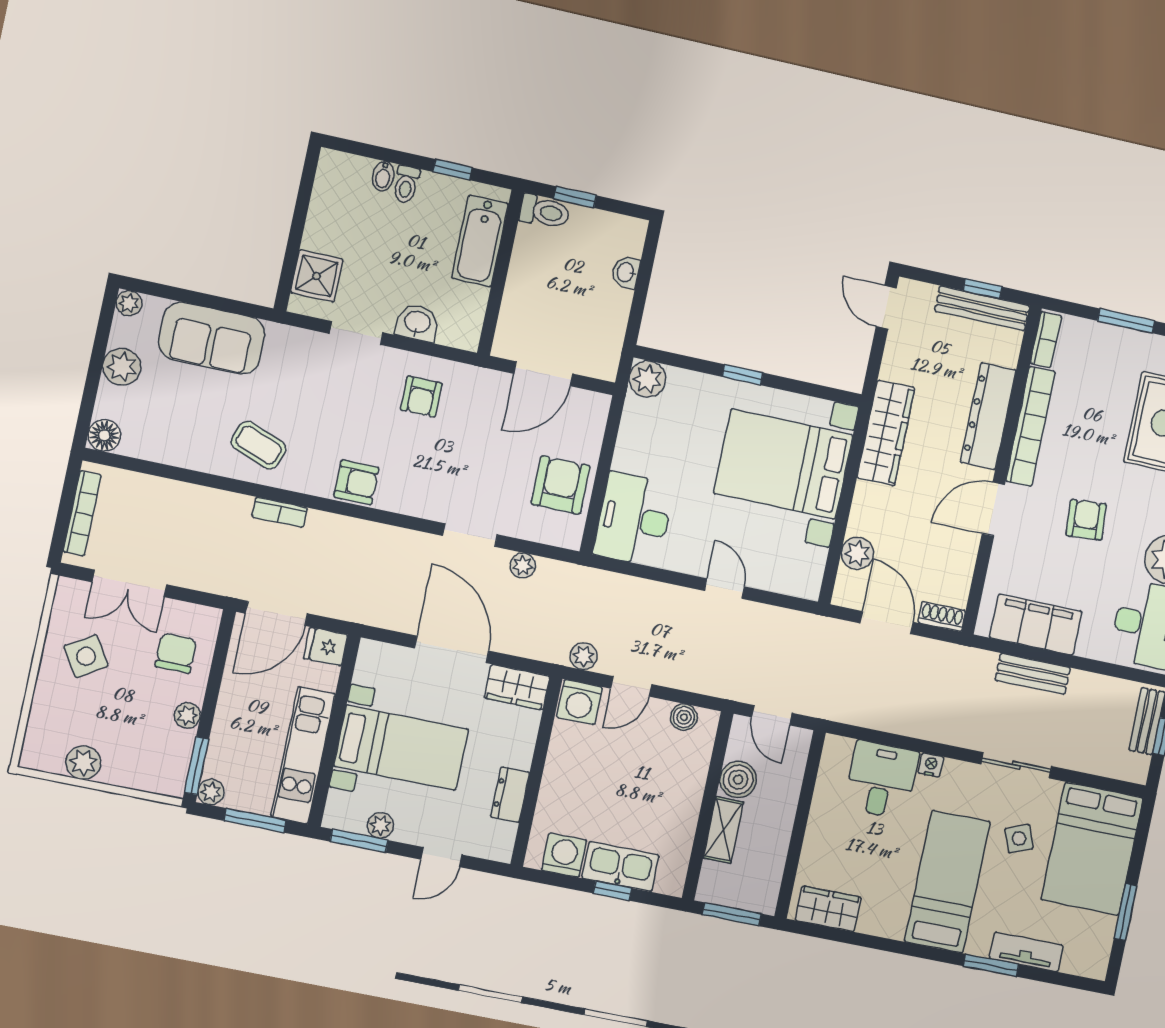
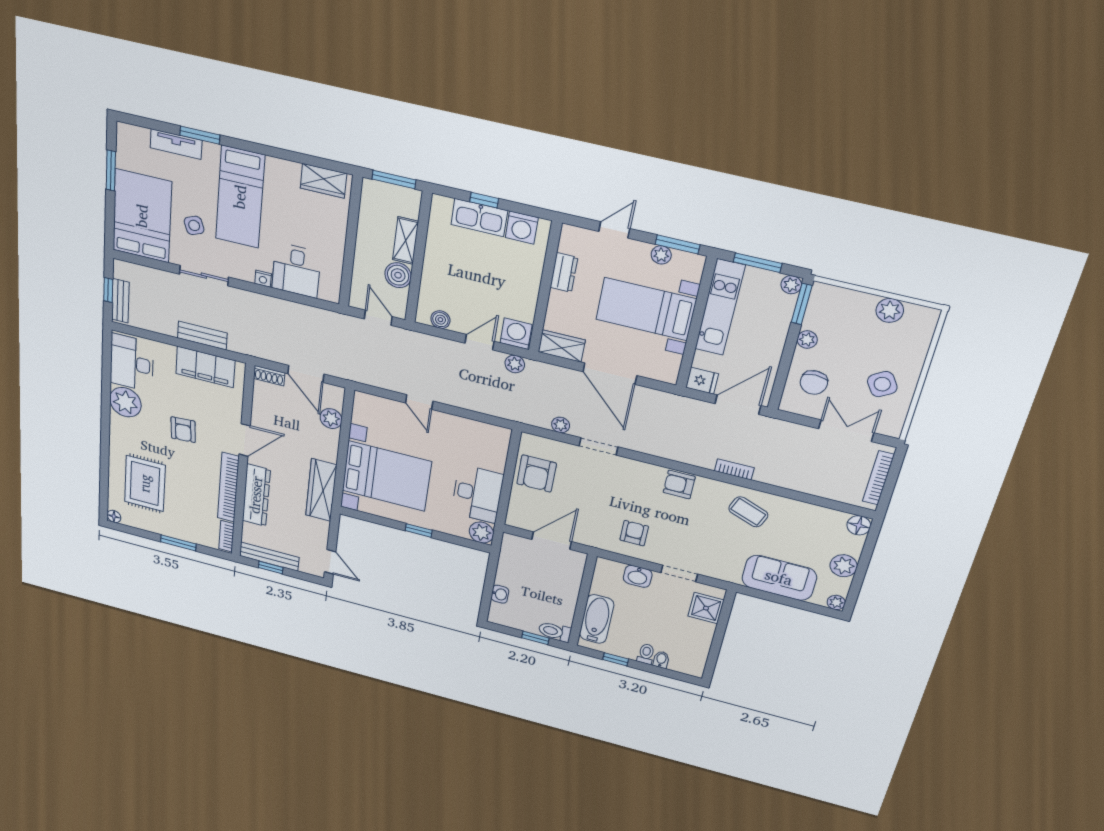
desk: (634, 519) -> (477, 494), moved

